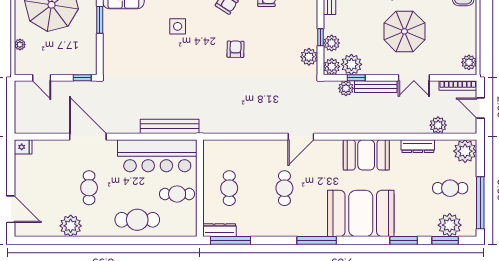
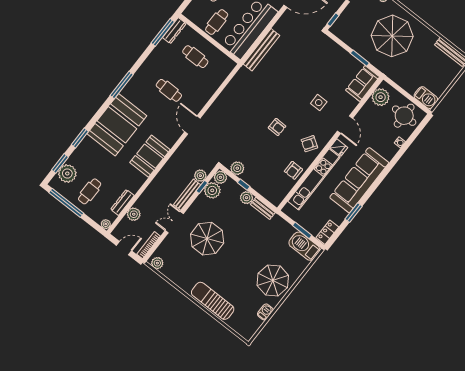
plant: (332, 43) -> (247, 198), moved
dresser: (418, 146) -> (122, 202), moved
plant: (465, 151) -> (106, 224), width x0.53, depth x0.53

